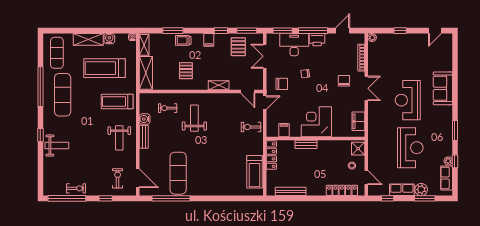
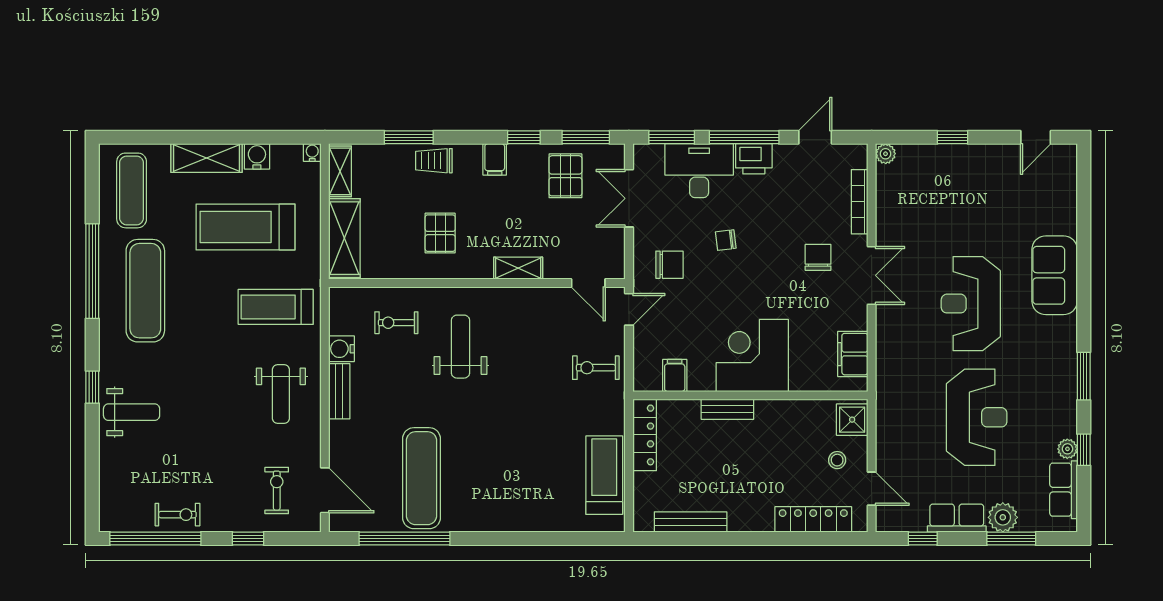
treadmill: (255, 172) -> (604, 475), turned 180

